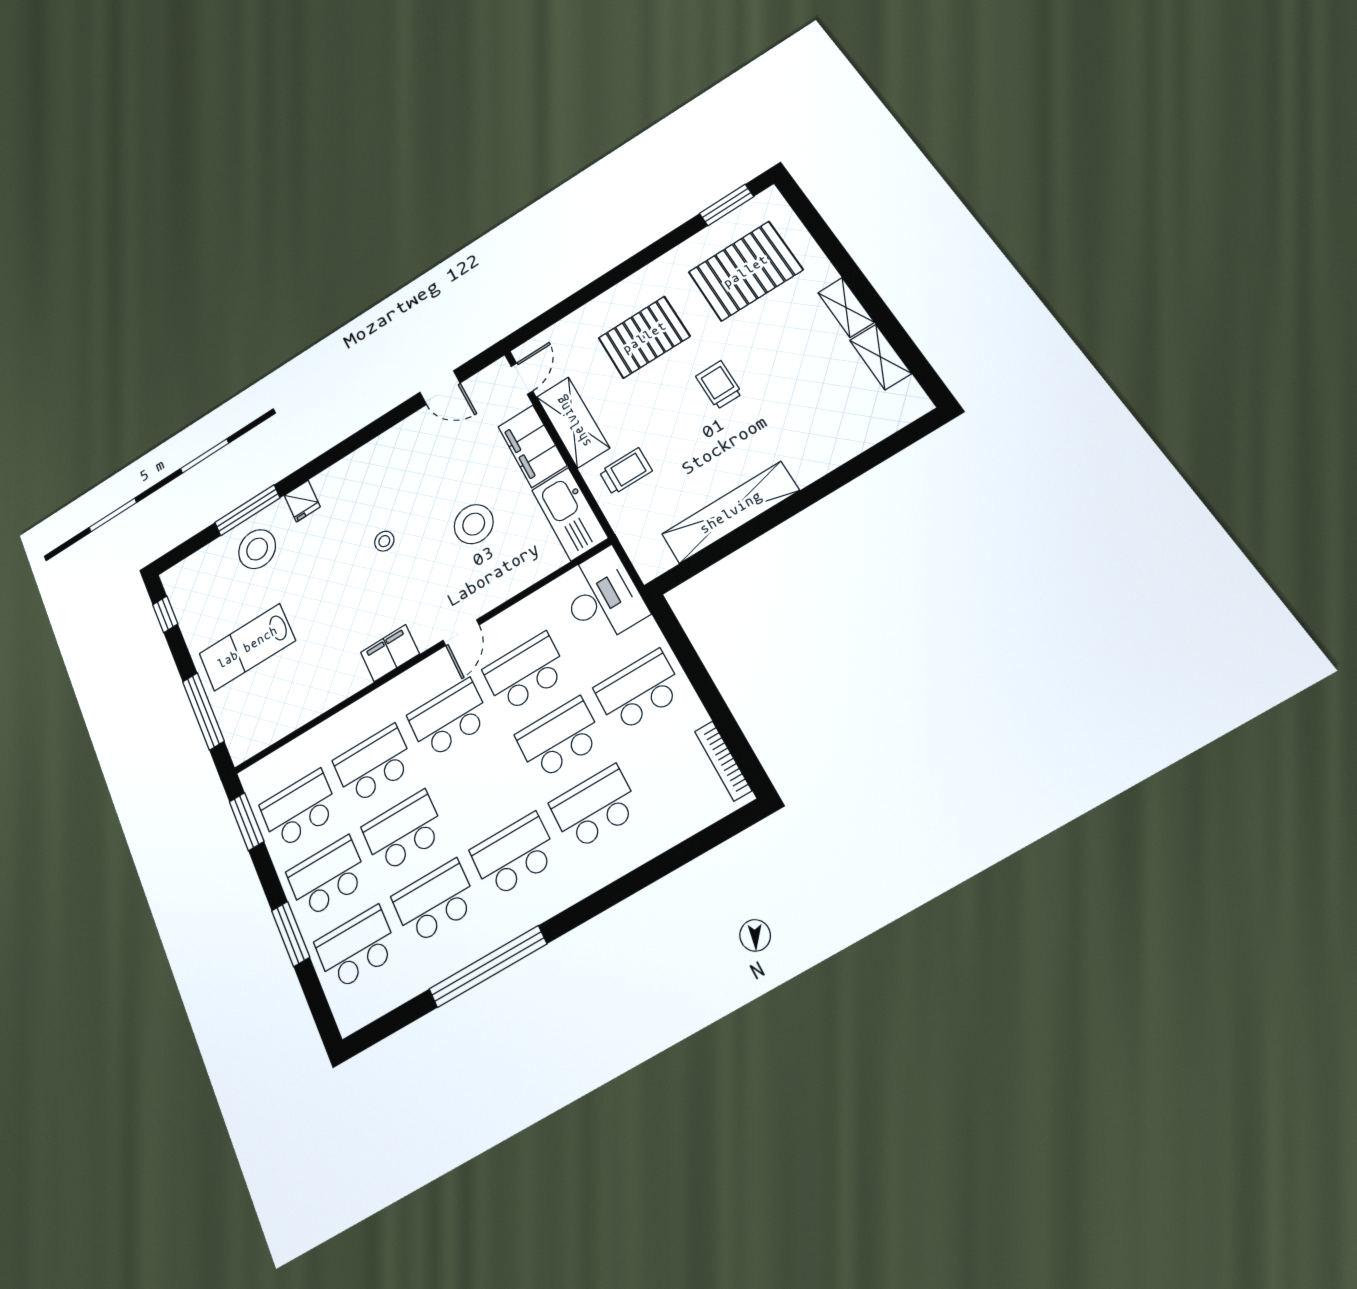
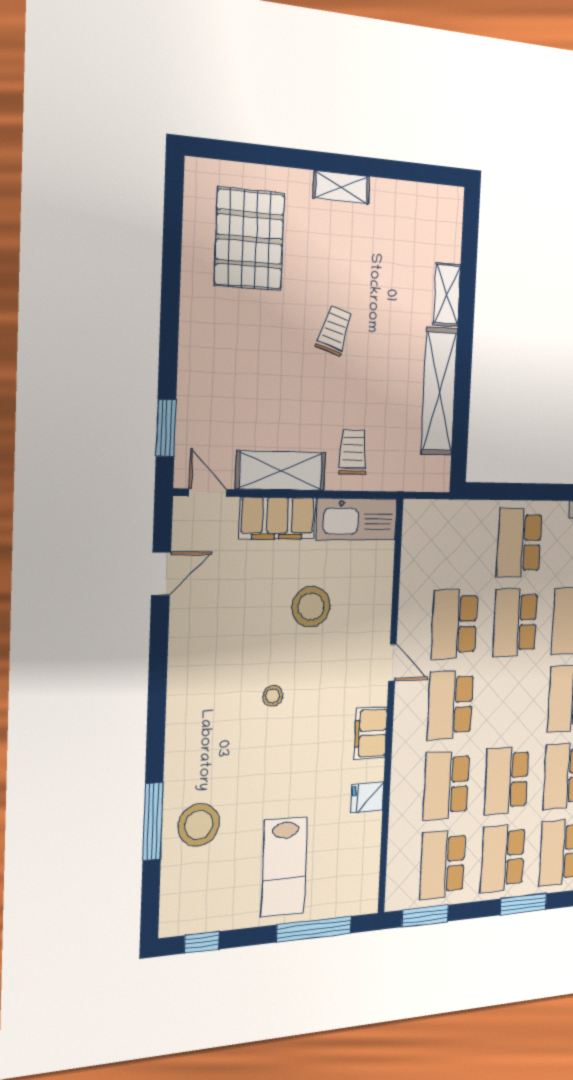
window: (727, 205) -> (166, 428), moved
pallet: (644, 337) -> (247, 363), removed
shelving: (880, 357) -> (447, 295), moved, turned 90
trolley: (719, 385) -> (334, 331), turned 107
fridge: (302, 501) -> (368, 797), moved, turned 180
desk: (602, 597) -> (437, 531), removed

